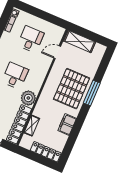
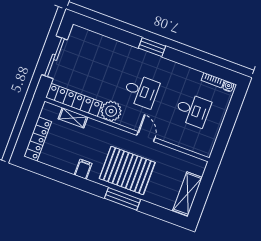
shelving: (80, 41) -> (188, 194), moved
door: (57, 52) -> (146, 137), moved
filing cabinet: (67, 124) -> (83, 169), width x0.50

